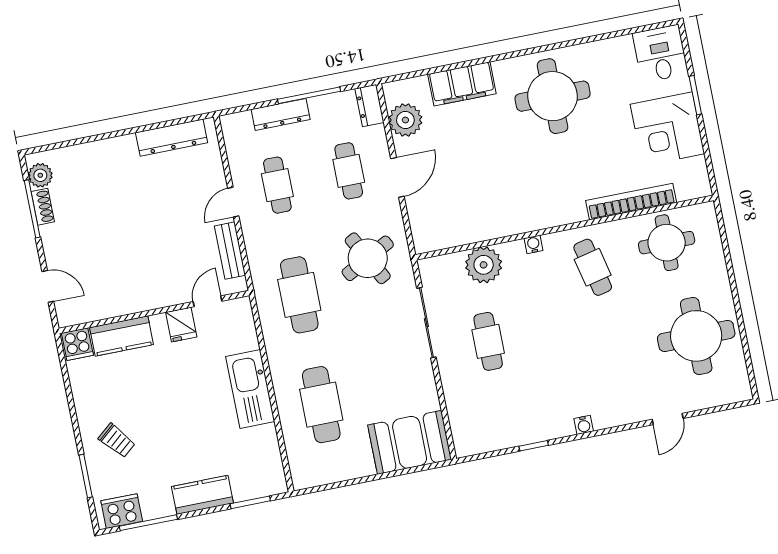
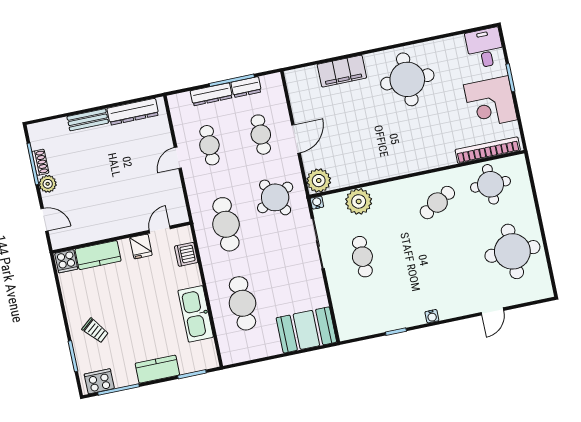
dresser: (369, 106) -> (246, 87), moved, turned -90
plant: (405, 120) -> (319, 181), moved
plant: (40, 175) -> (48, 184), moved
bookcase: (631, 202) -> (488, 150), moved
water cooler: (534, 244) -> (317, 203), moved
bench: (230, 251) -> (88, 120), moved, turned 90
cafe table: (593, 267) -> (437, 203), turned 72
dishwasher: (244, 336) -> (186, 254), added
kitchen sink: (250, 389) -> (196, 314), moved

